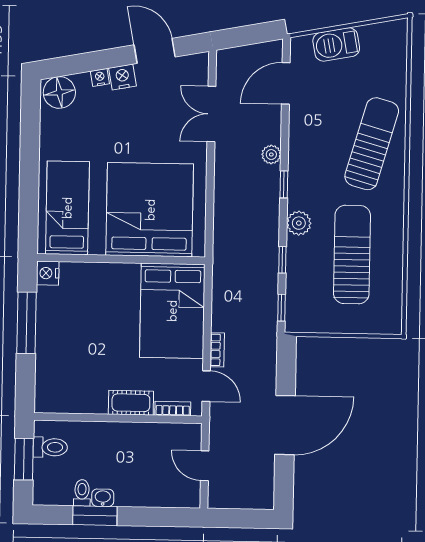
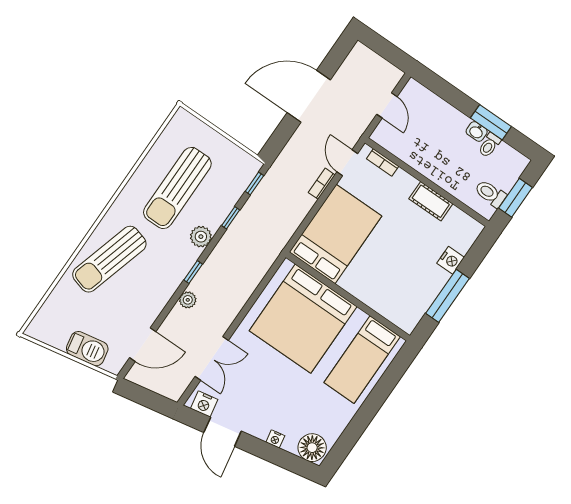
nightstand: (123, 77) -> (204, 404), moved
nightstand: (48, 273) -> (451, 260), moved
cot: (131, 403) -> (431, 201), moved

